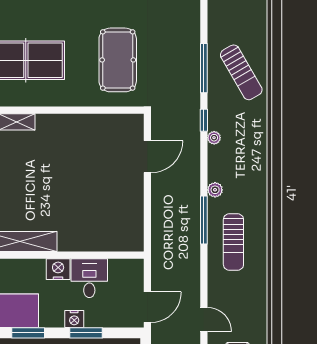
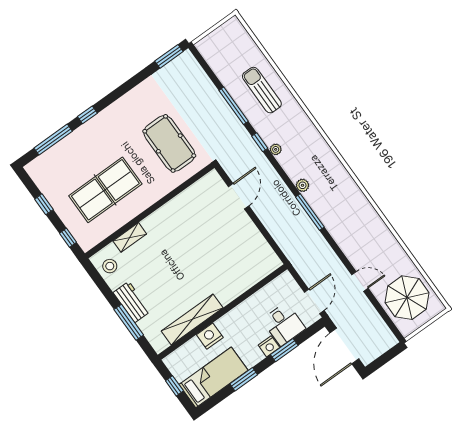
sun lounger: (241, 72) -> (262, 90), turned -150
sun lounger: (233, 242) -> (342, 213), removed
nightstand: (58, 269) -> (210, 336), moved
desk: (89, 278) -> (284, 324), moved, turned 180

